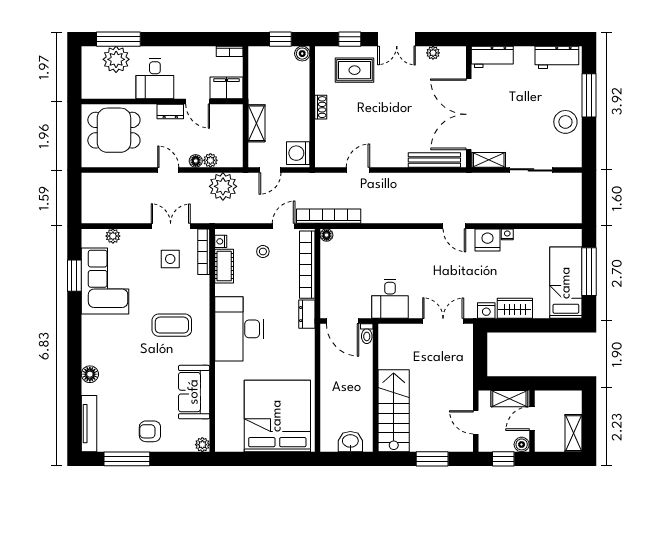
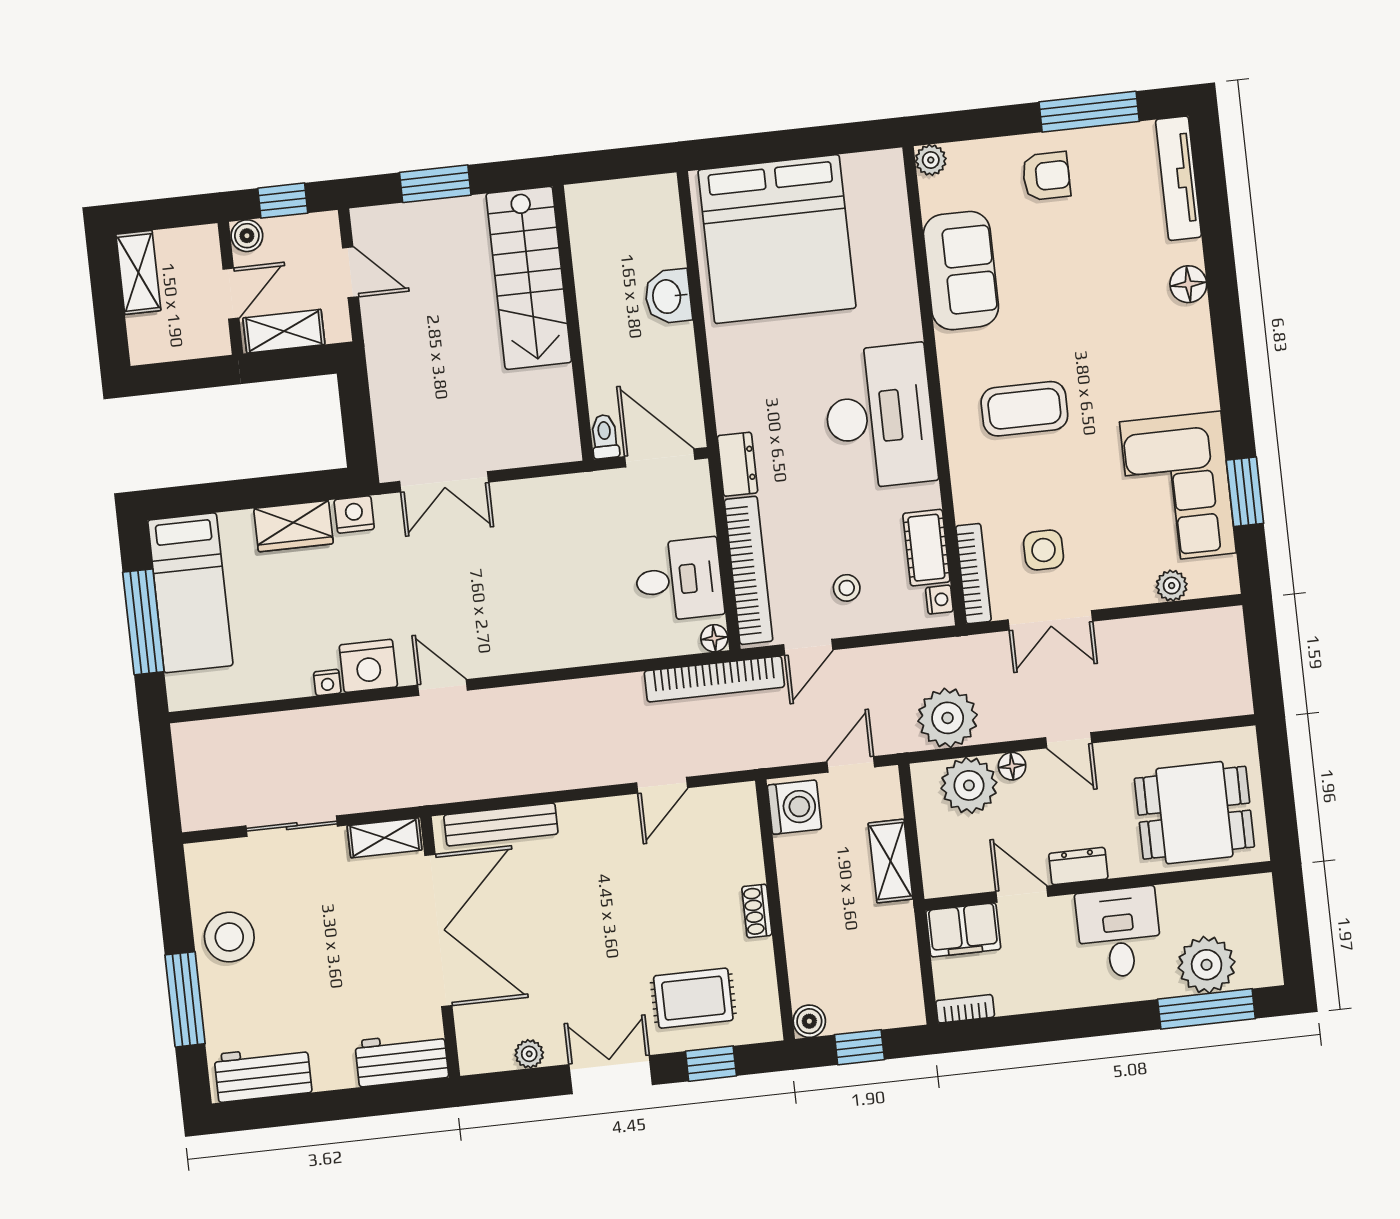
plant: (210, 160) -> (969, 785), width x1.88, depth x1.88
desk: (390, 299) -> (679, 580), moved, turned 90
washbasin: (350, 442) -> (668, 296), moved, turned 90

